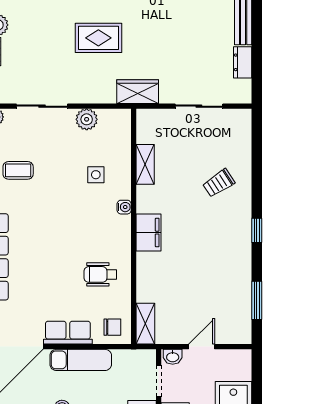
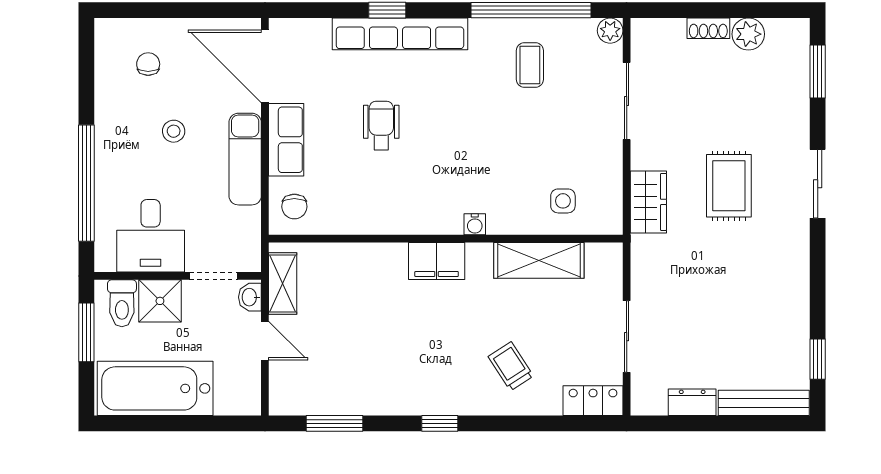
wardrobe: (138, 92) -> (648, 202), moved
plant: (87, 119) -> (607, 168), removed
locker: (241, 128) -> (593, 401), added
shelving: (145, 164) -> (539, 260), width x1.50, depth x1.33
side table: (96, 175) -> (563, 201), moved
wheelchair: (100, 274) -> (381, 126), moved
shelving: (145, 324) -> (283, 284), moved, turned 90

